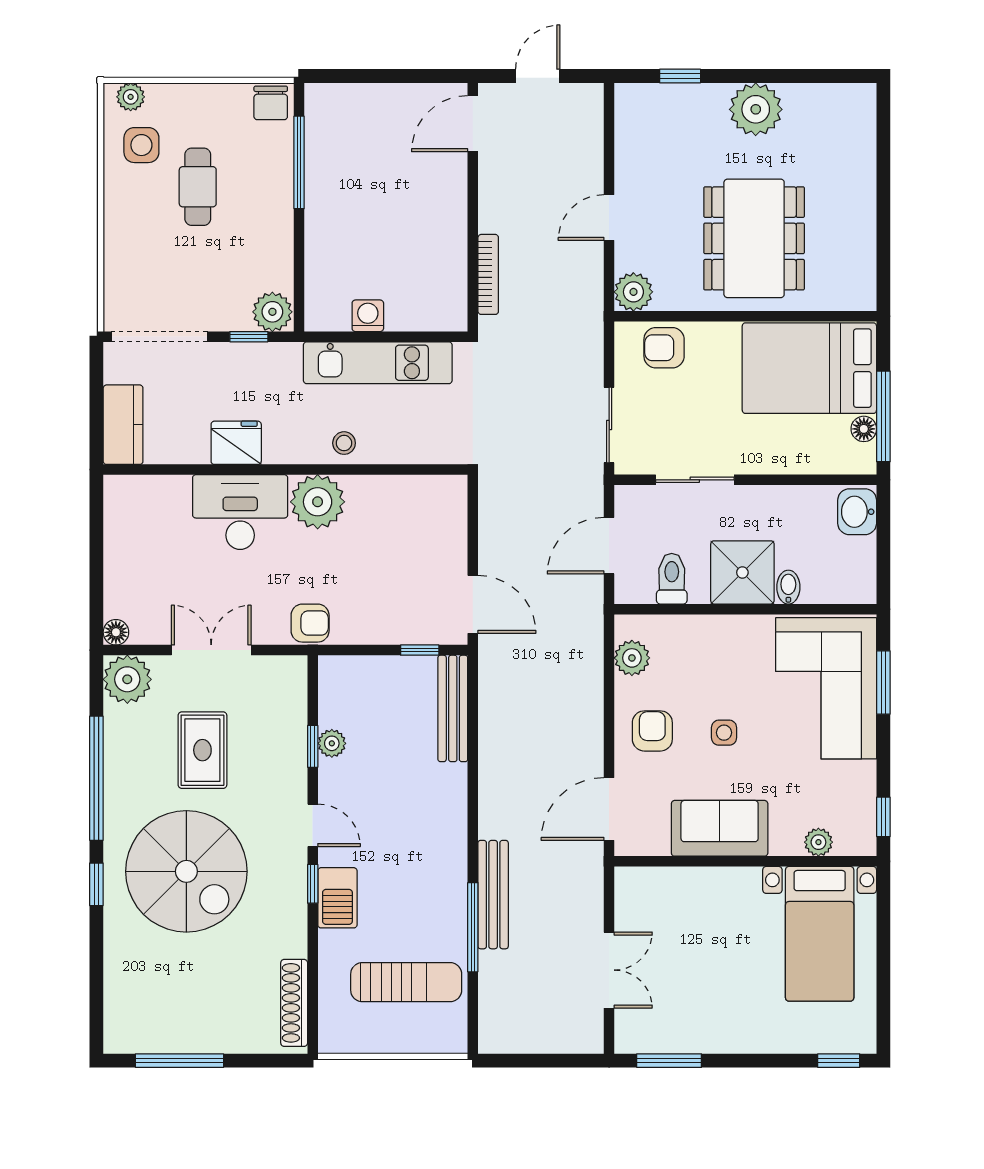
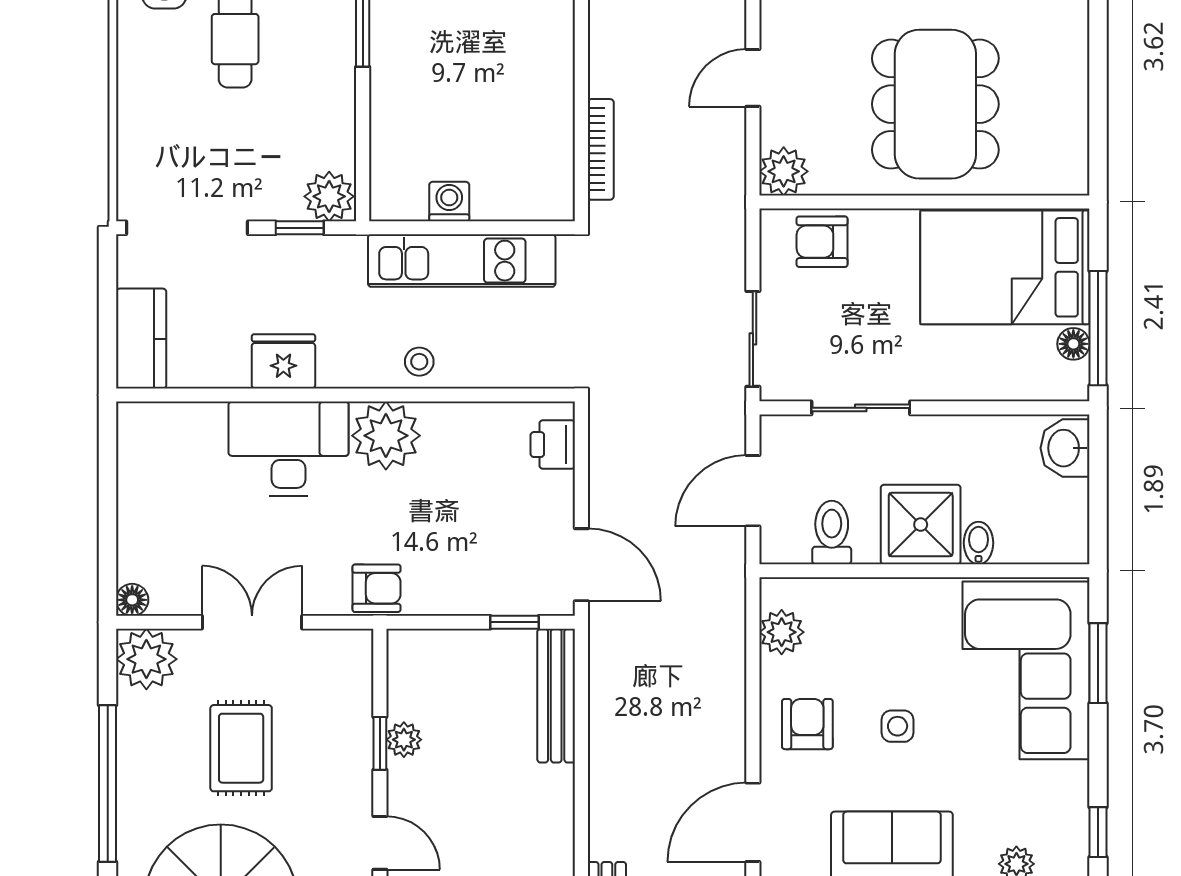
printer: (450, 509) -> (553, 445), added

